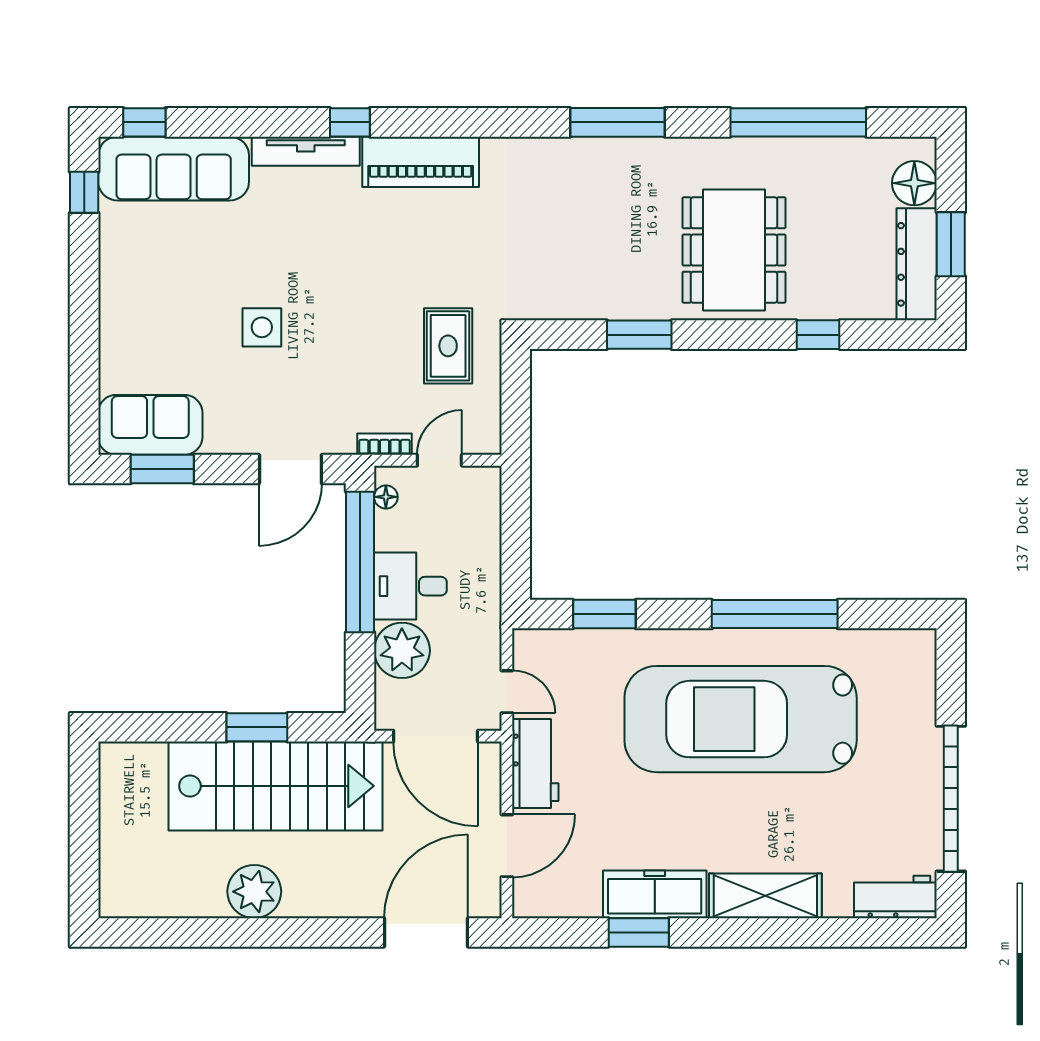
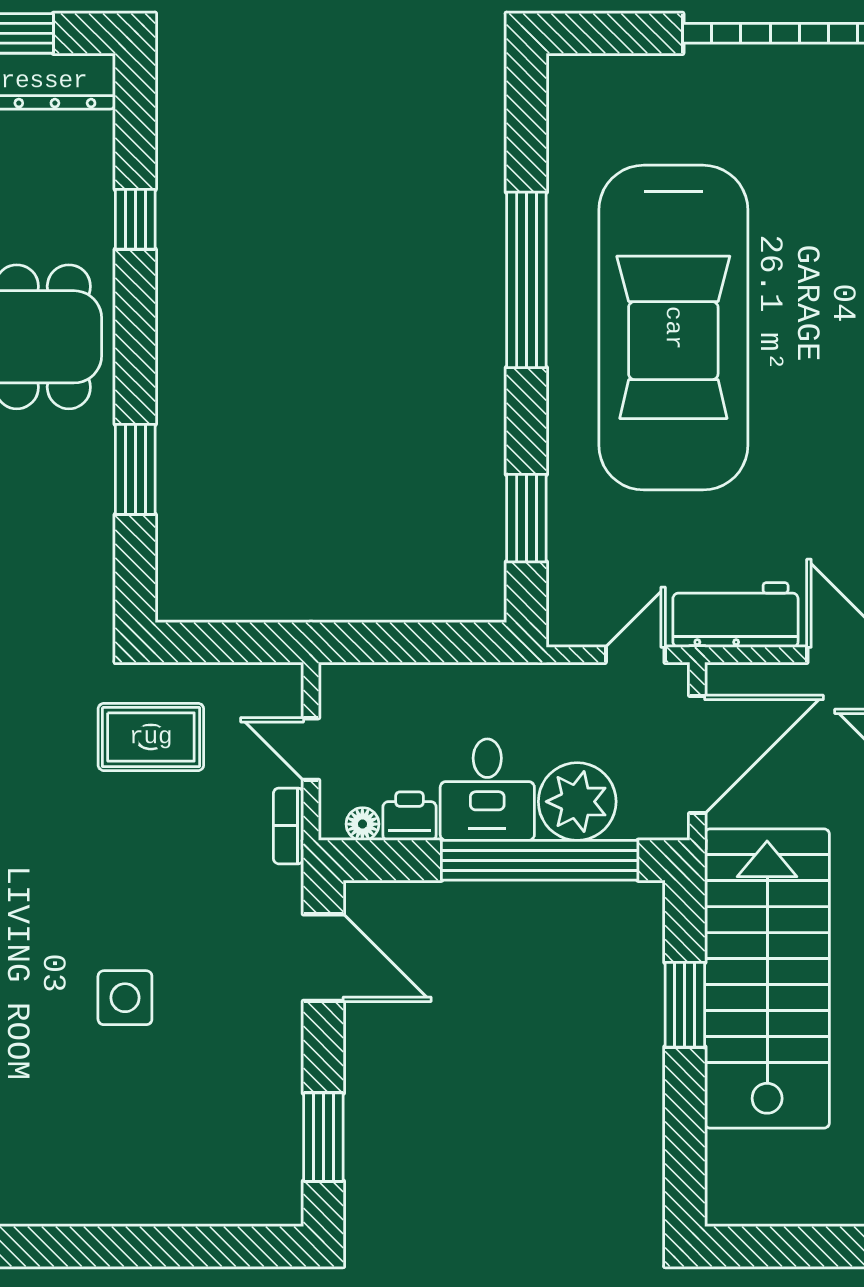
sofa: (150, 425) -> (262, 1154), removed
printer: (392, 531) -> (410, 816), added
window: (360, 562) -> (540, 860), moved

